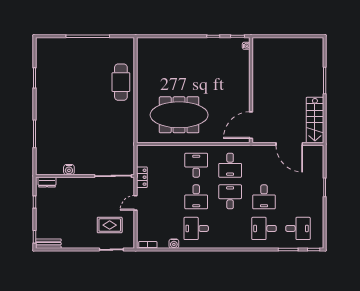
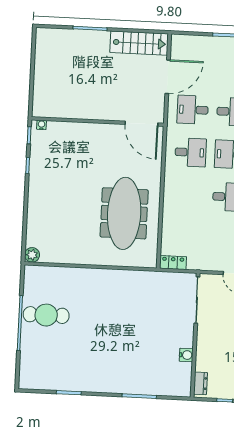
plant: (143, 43) -> (32, 255), added
cafe table: (121, 82) -> (46, 315), moved
desk: (196, 165) -> (193, 110), moved
locker: (142, 177) -> (173, 263), moved

